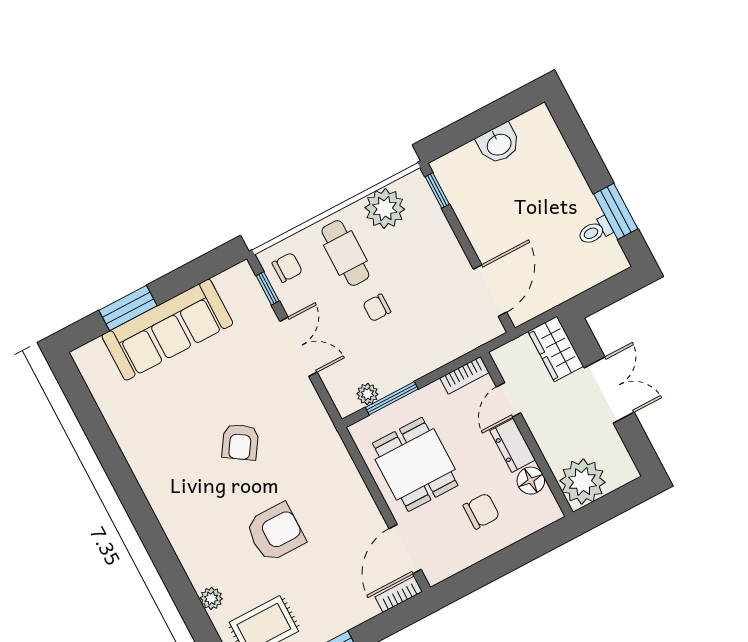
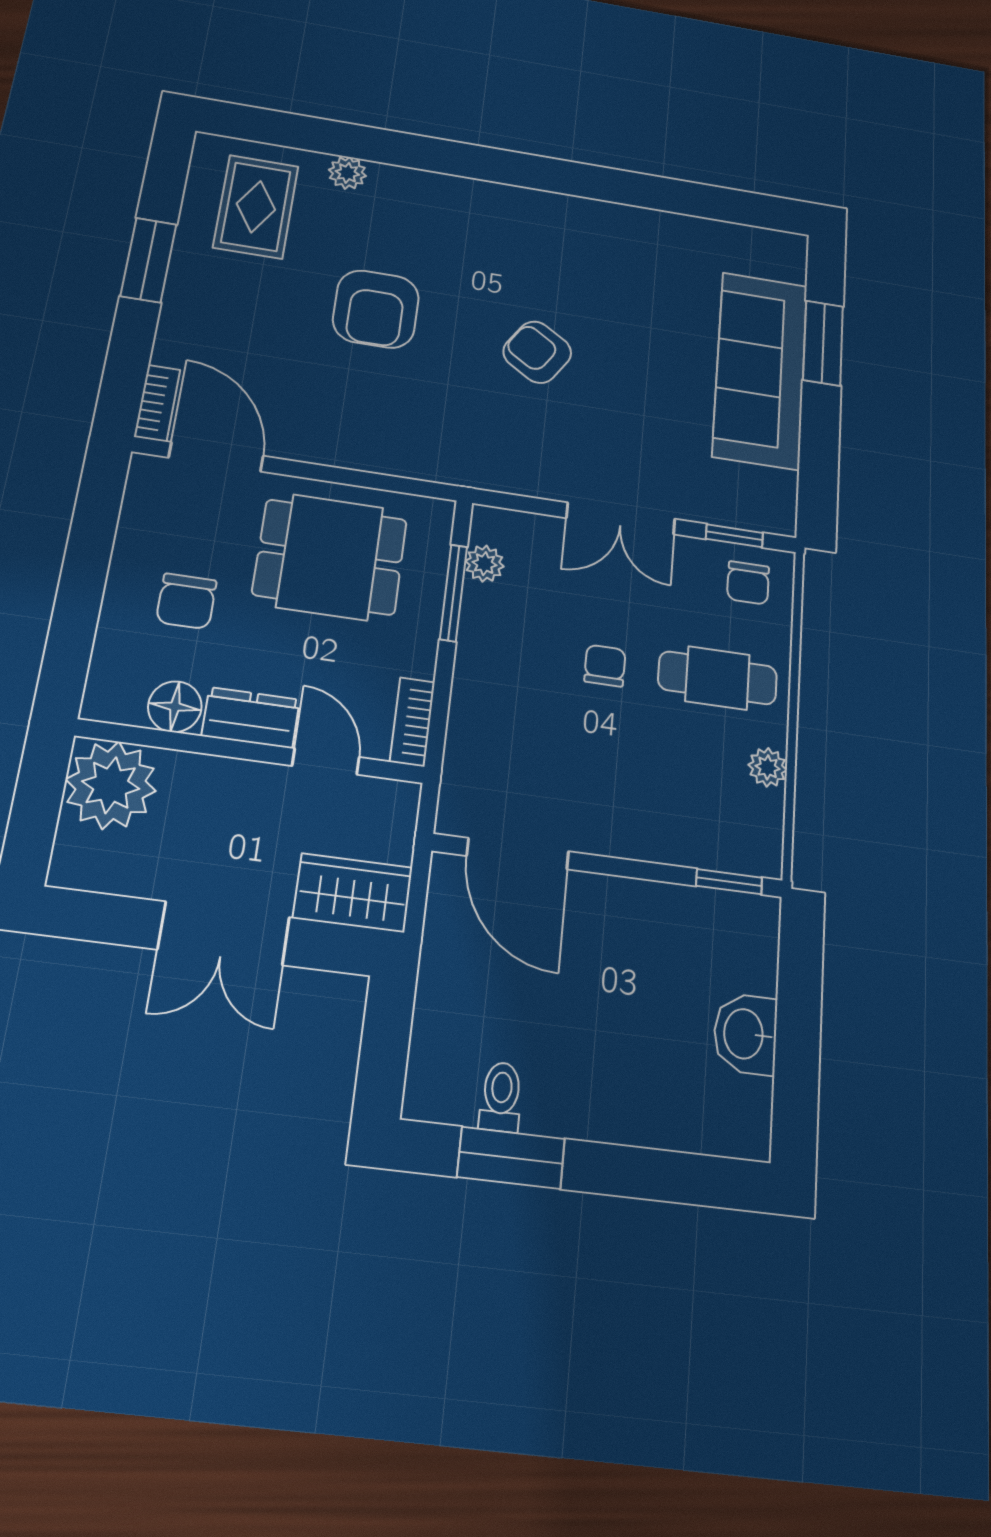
plant: (385, 208) -> (768, 767), width x0.53, depth x0.53

